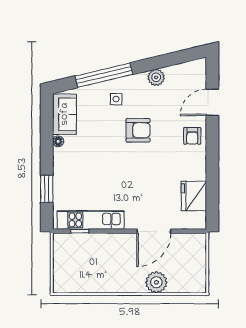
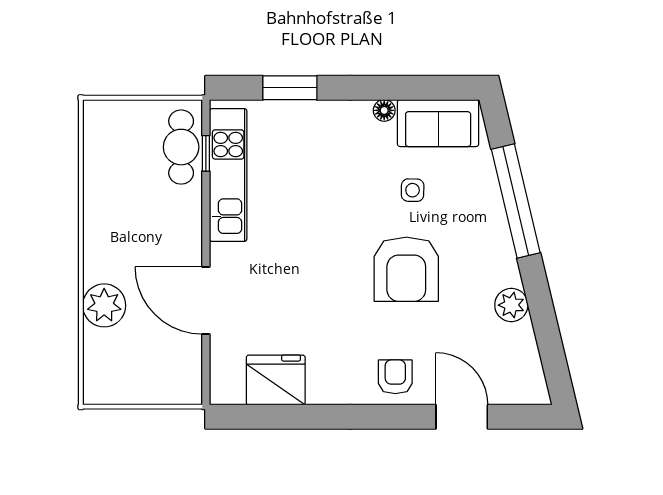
side table: (116, 99) -> (413, 190), moved
armchair: (138, 130) -> (406, 269), width x1.36, depth x1.36
armchair: (192, 136) -> (395, 377), turned 90
cafe table: (77, 244) -> (181, 147), added

